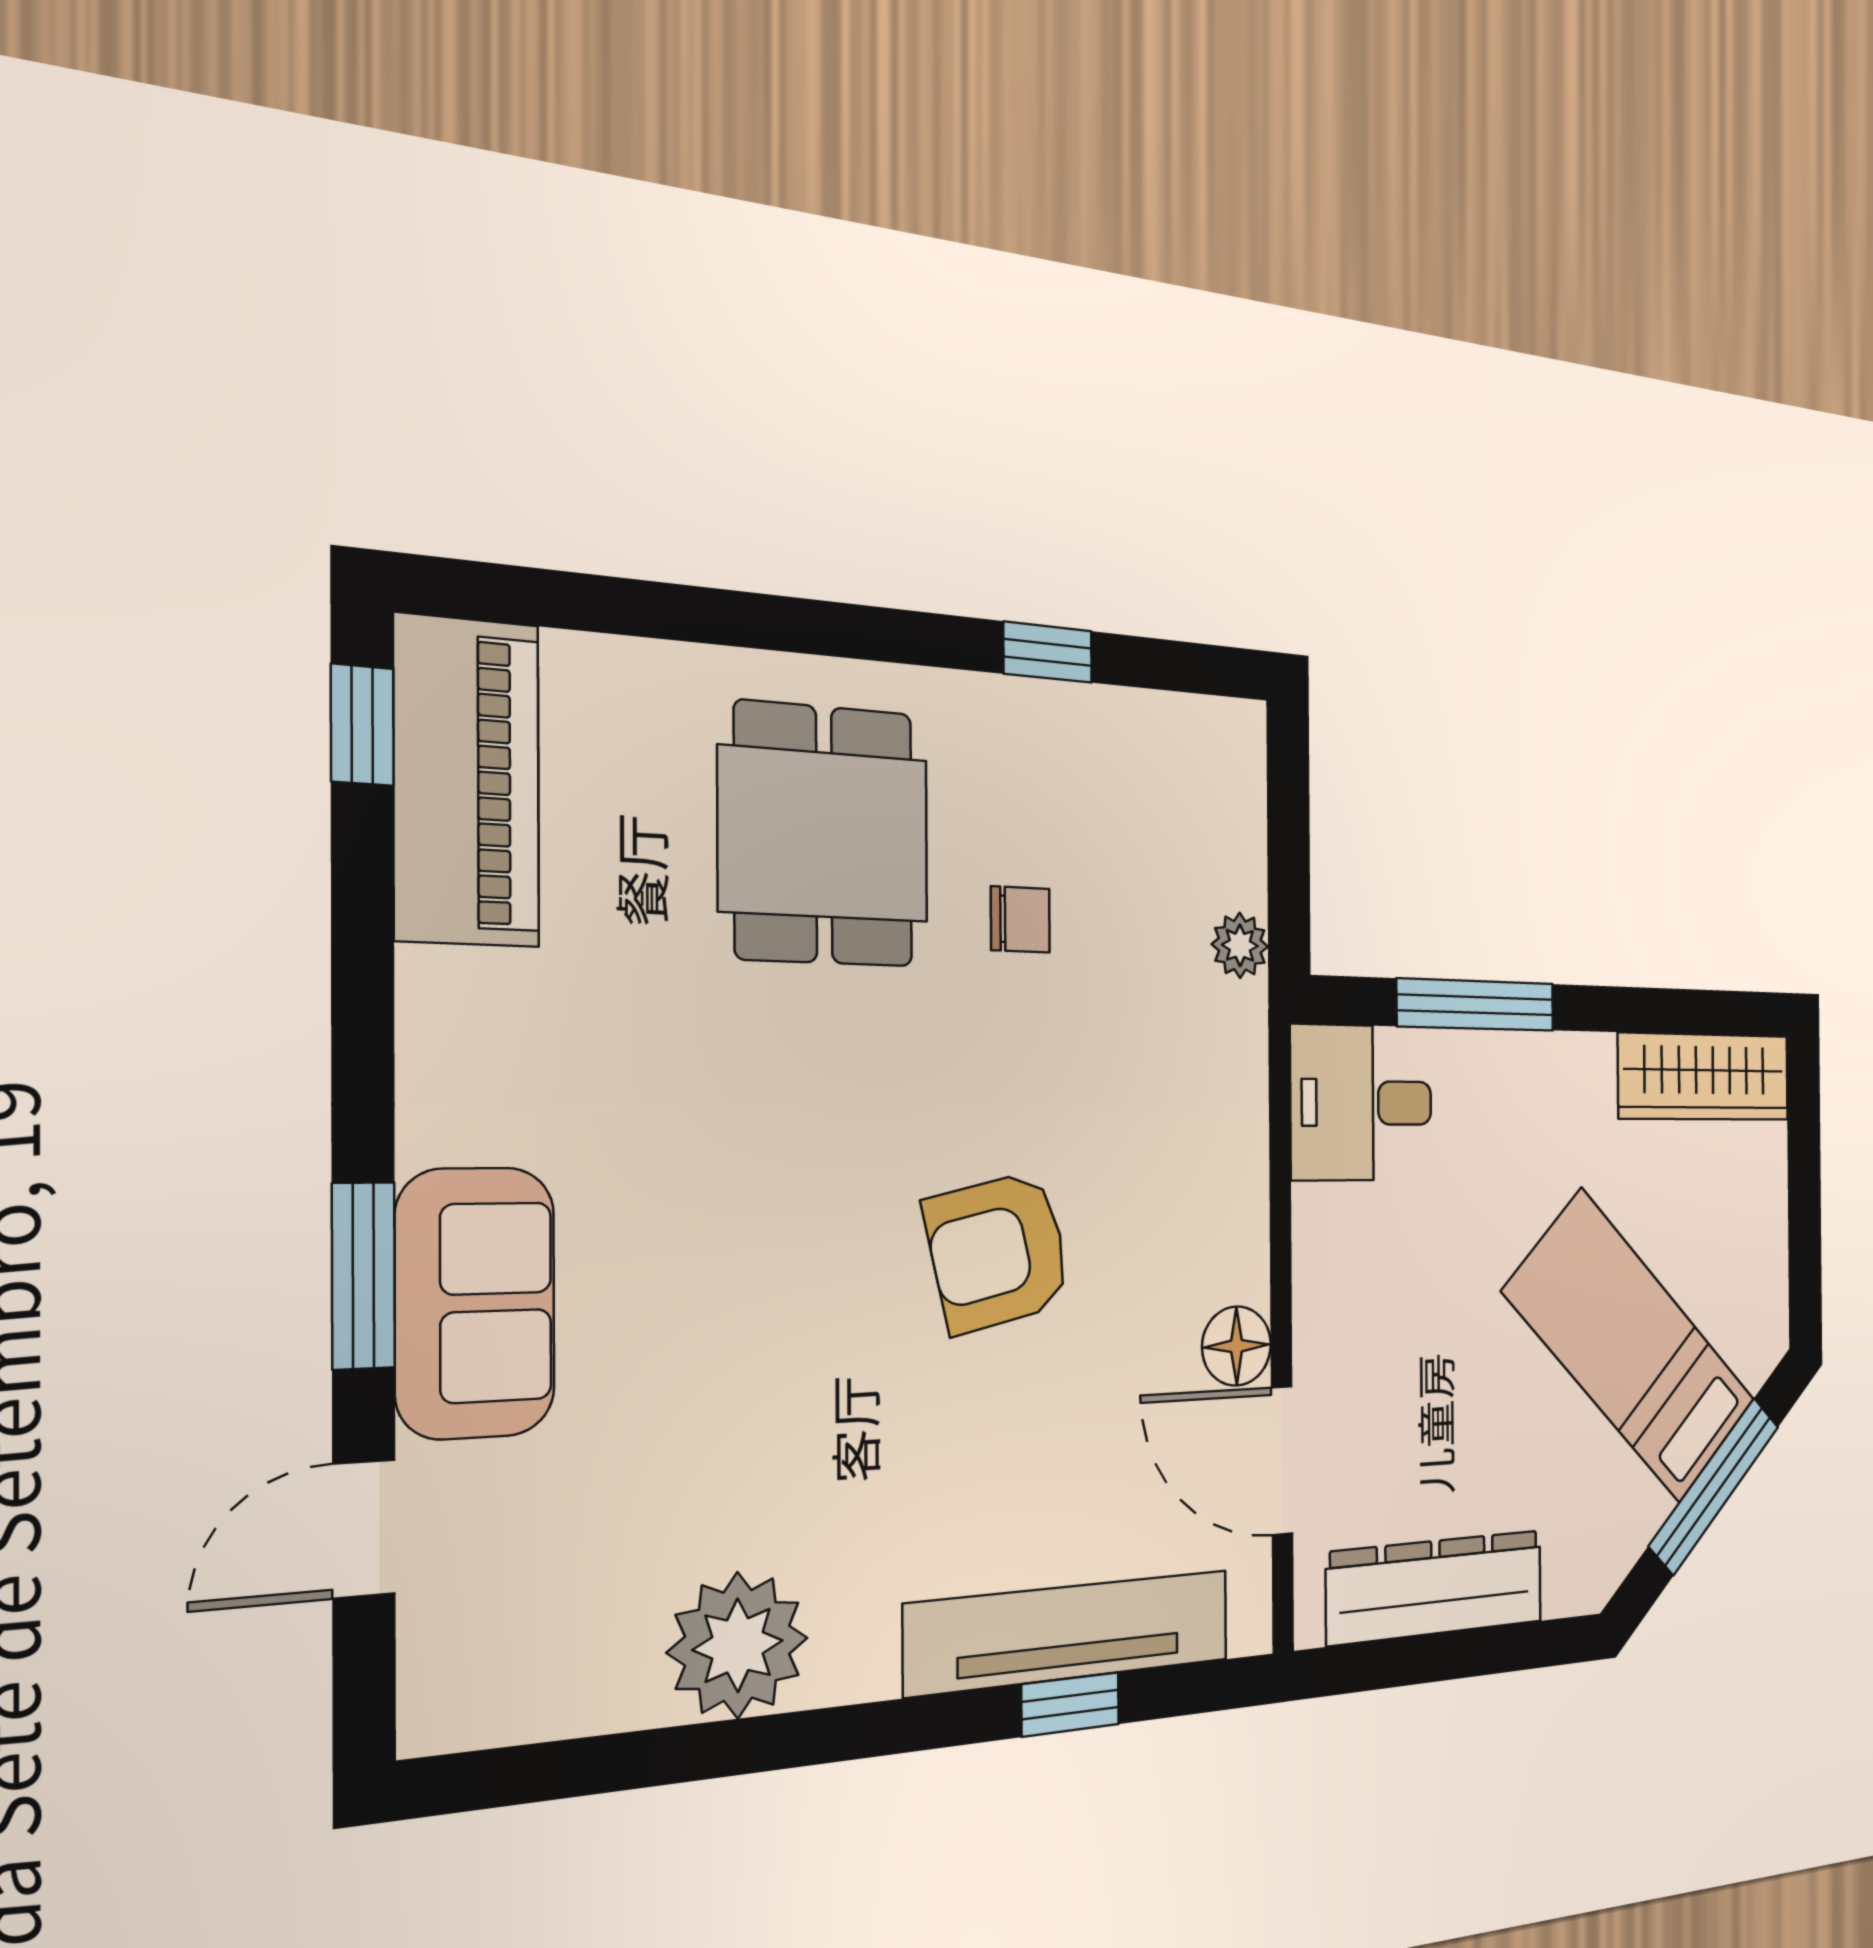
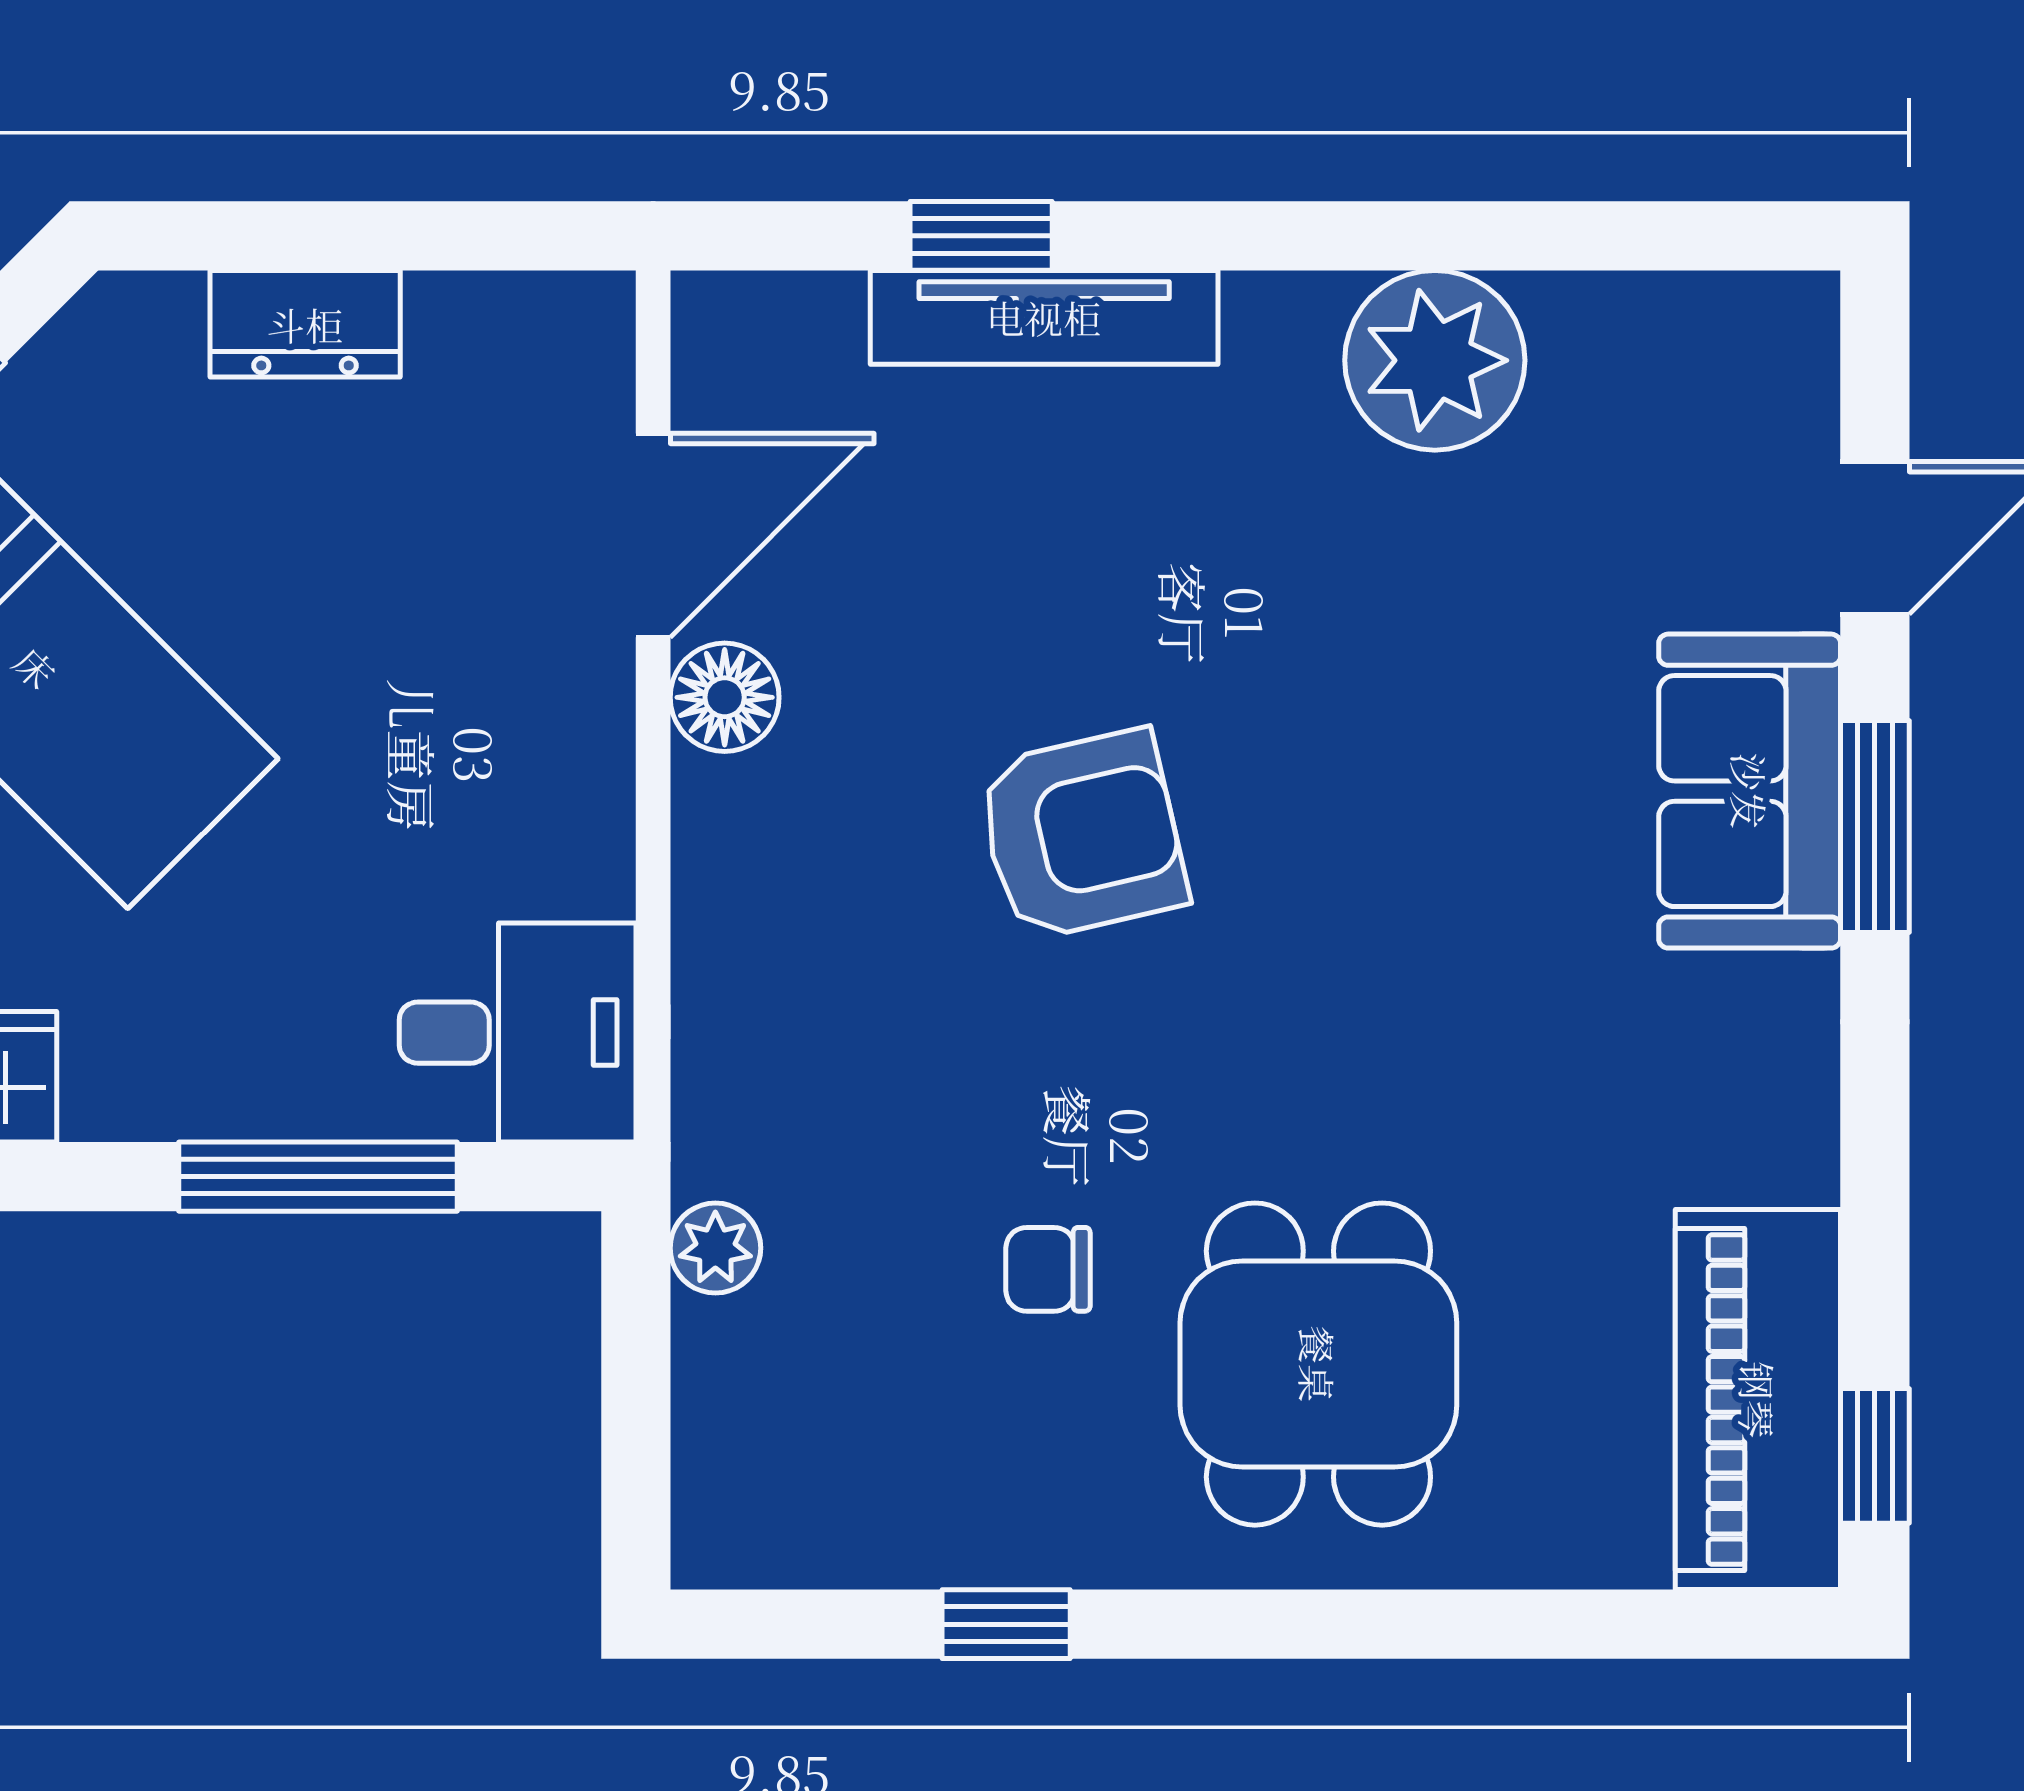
door: (1282, 1461) -> (653, 535), hinge flipped
dresser: (1436, 1587) -> (305, 324), width x0.51, depth x0.80
tv unit: (1070, 1632) -> (1044, 317), width x0.73, depth x0.78

